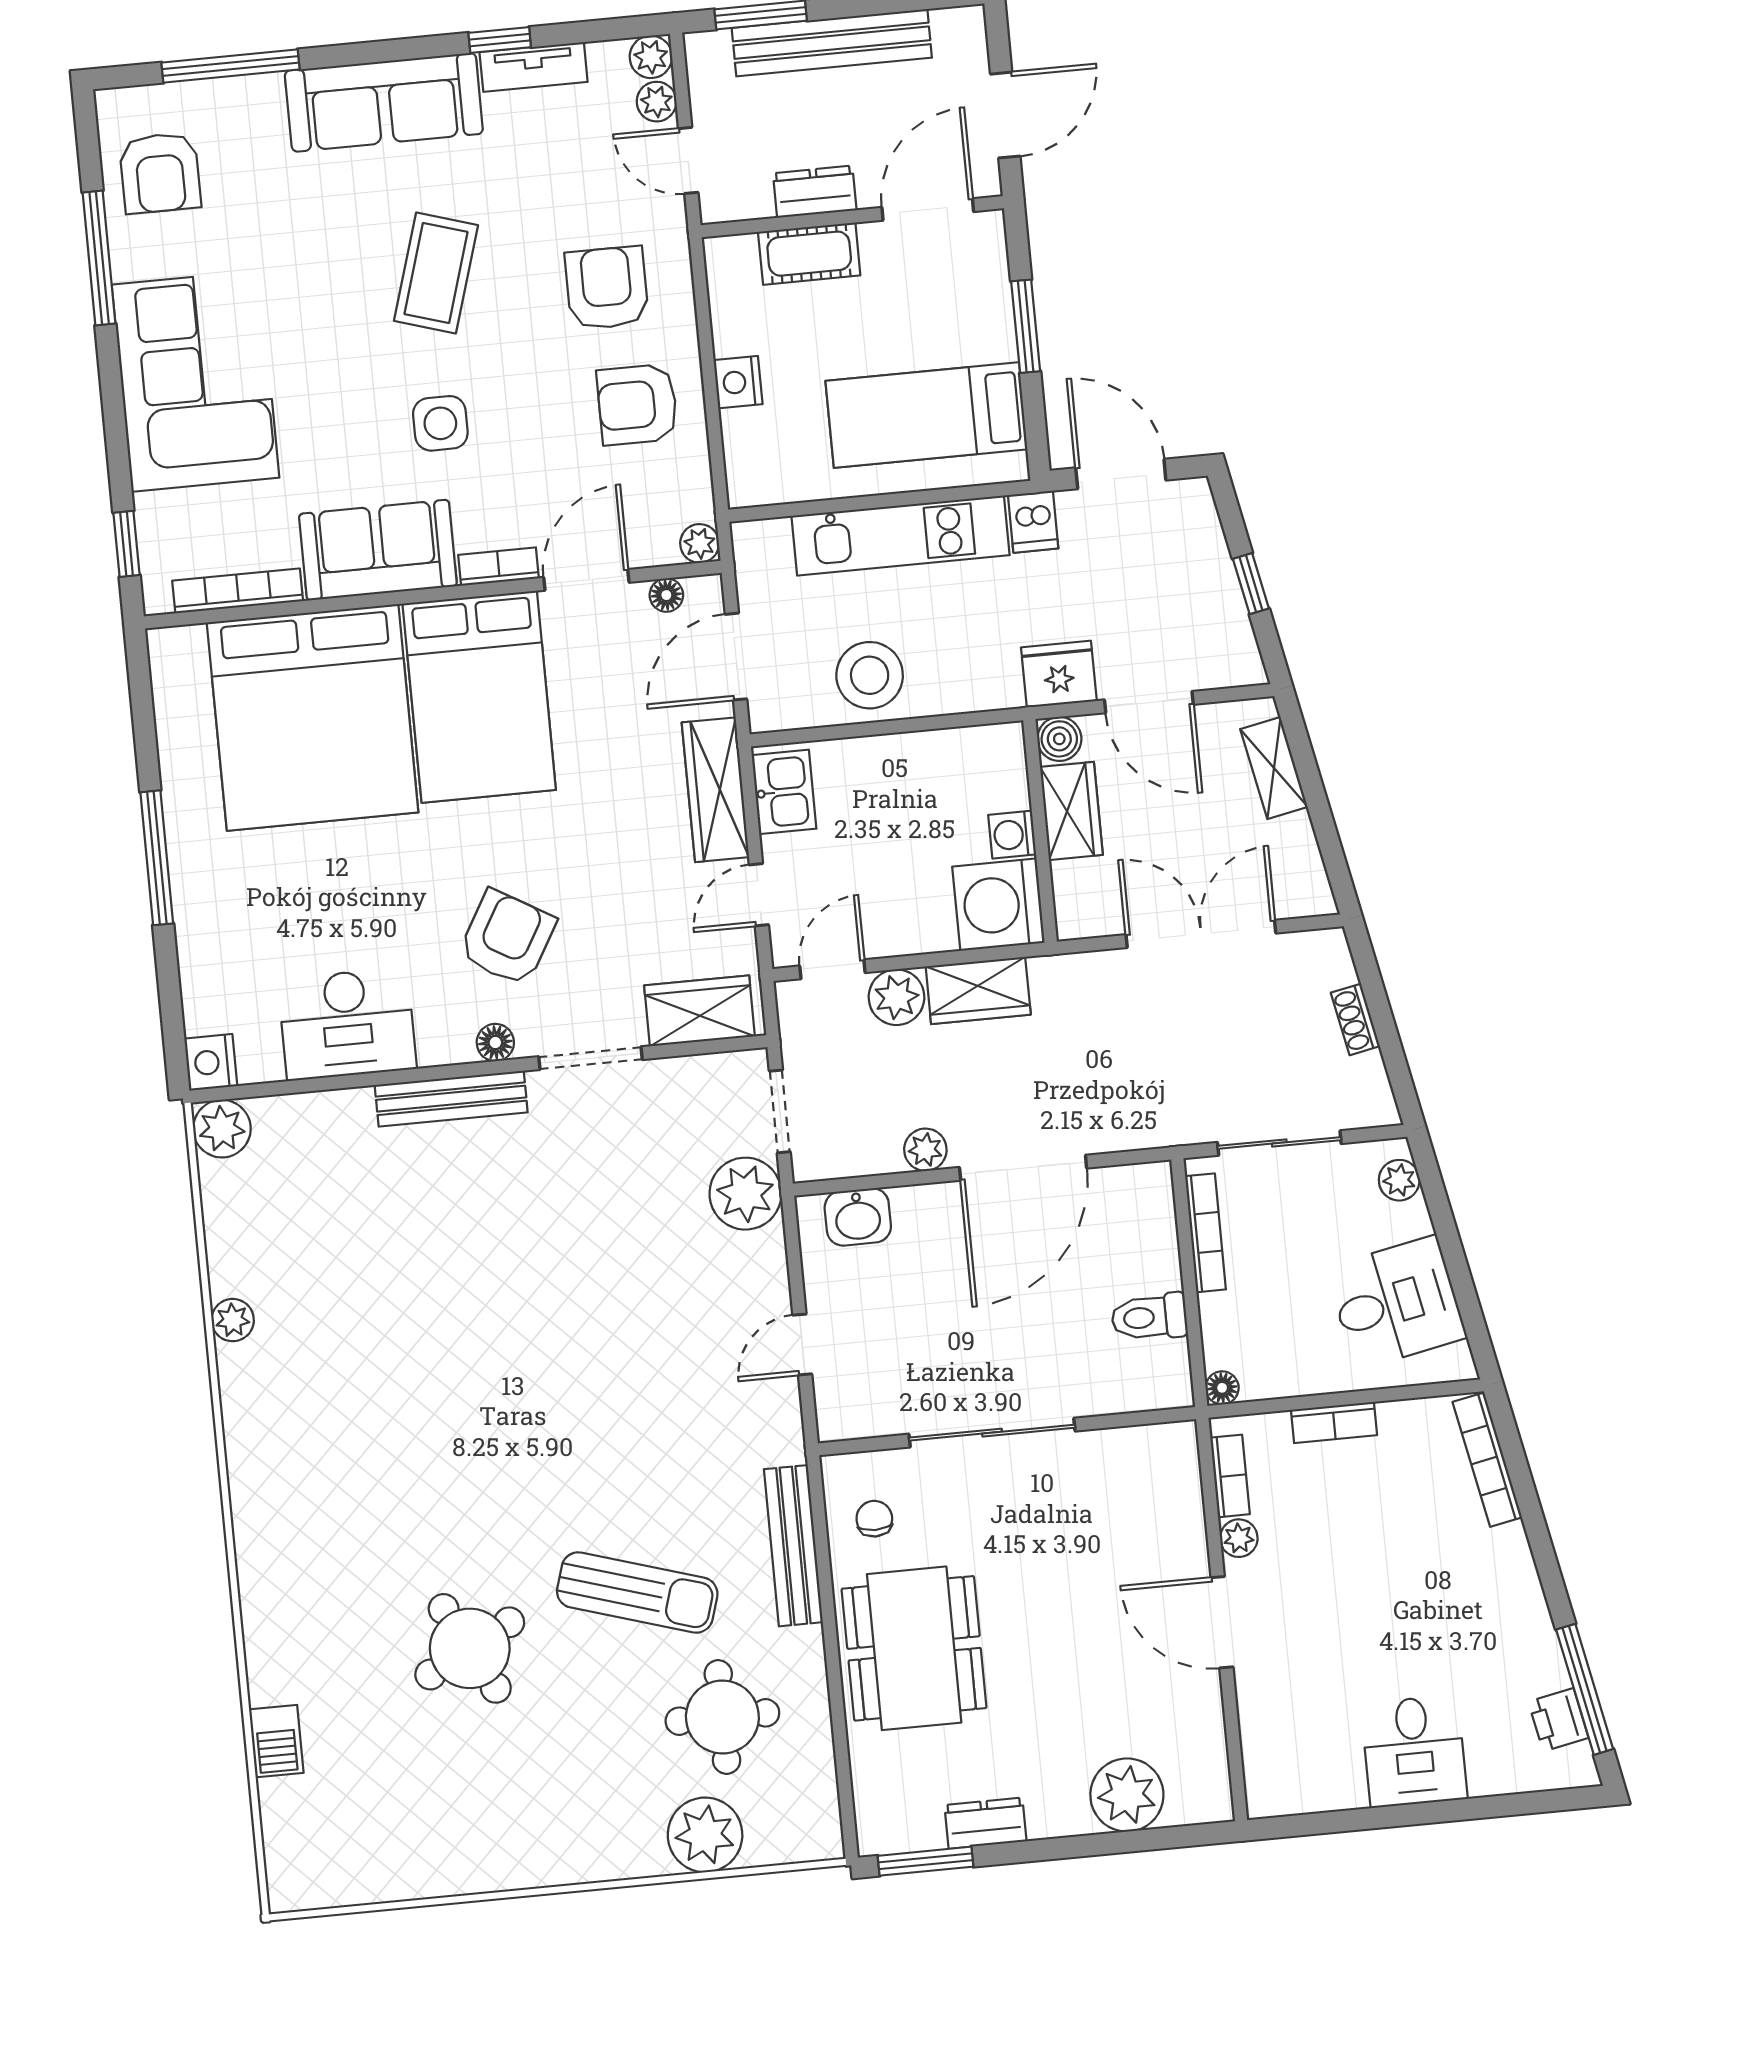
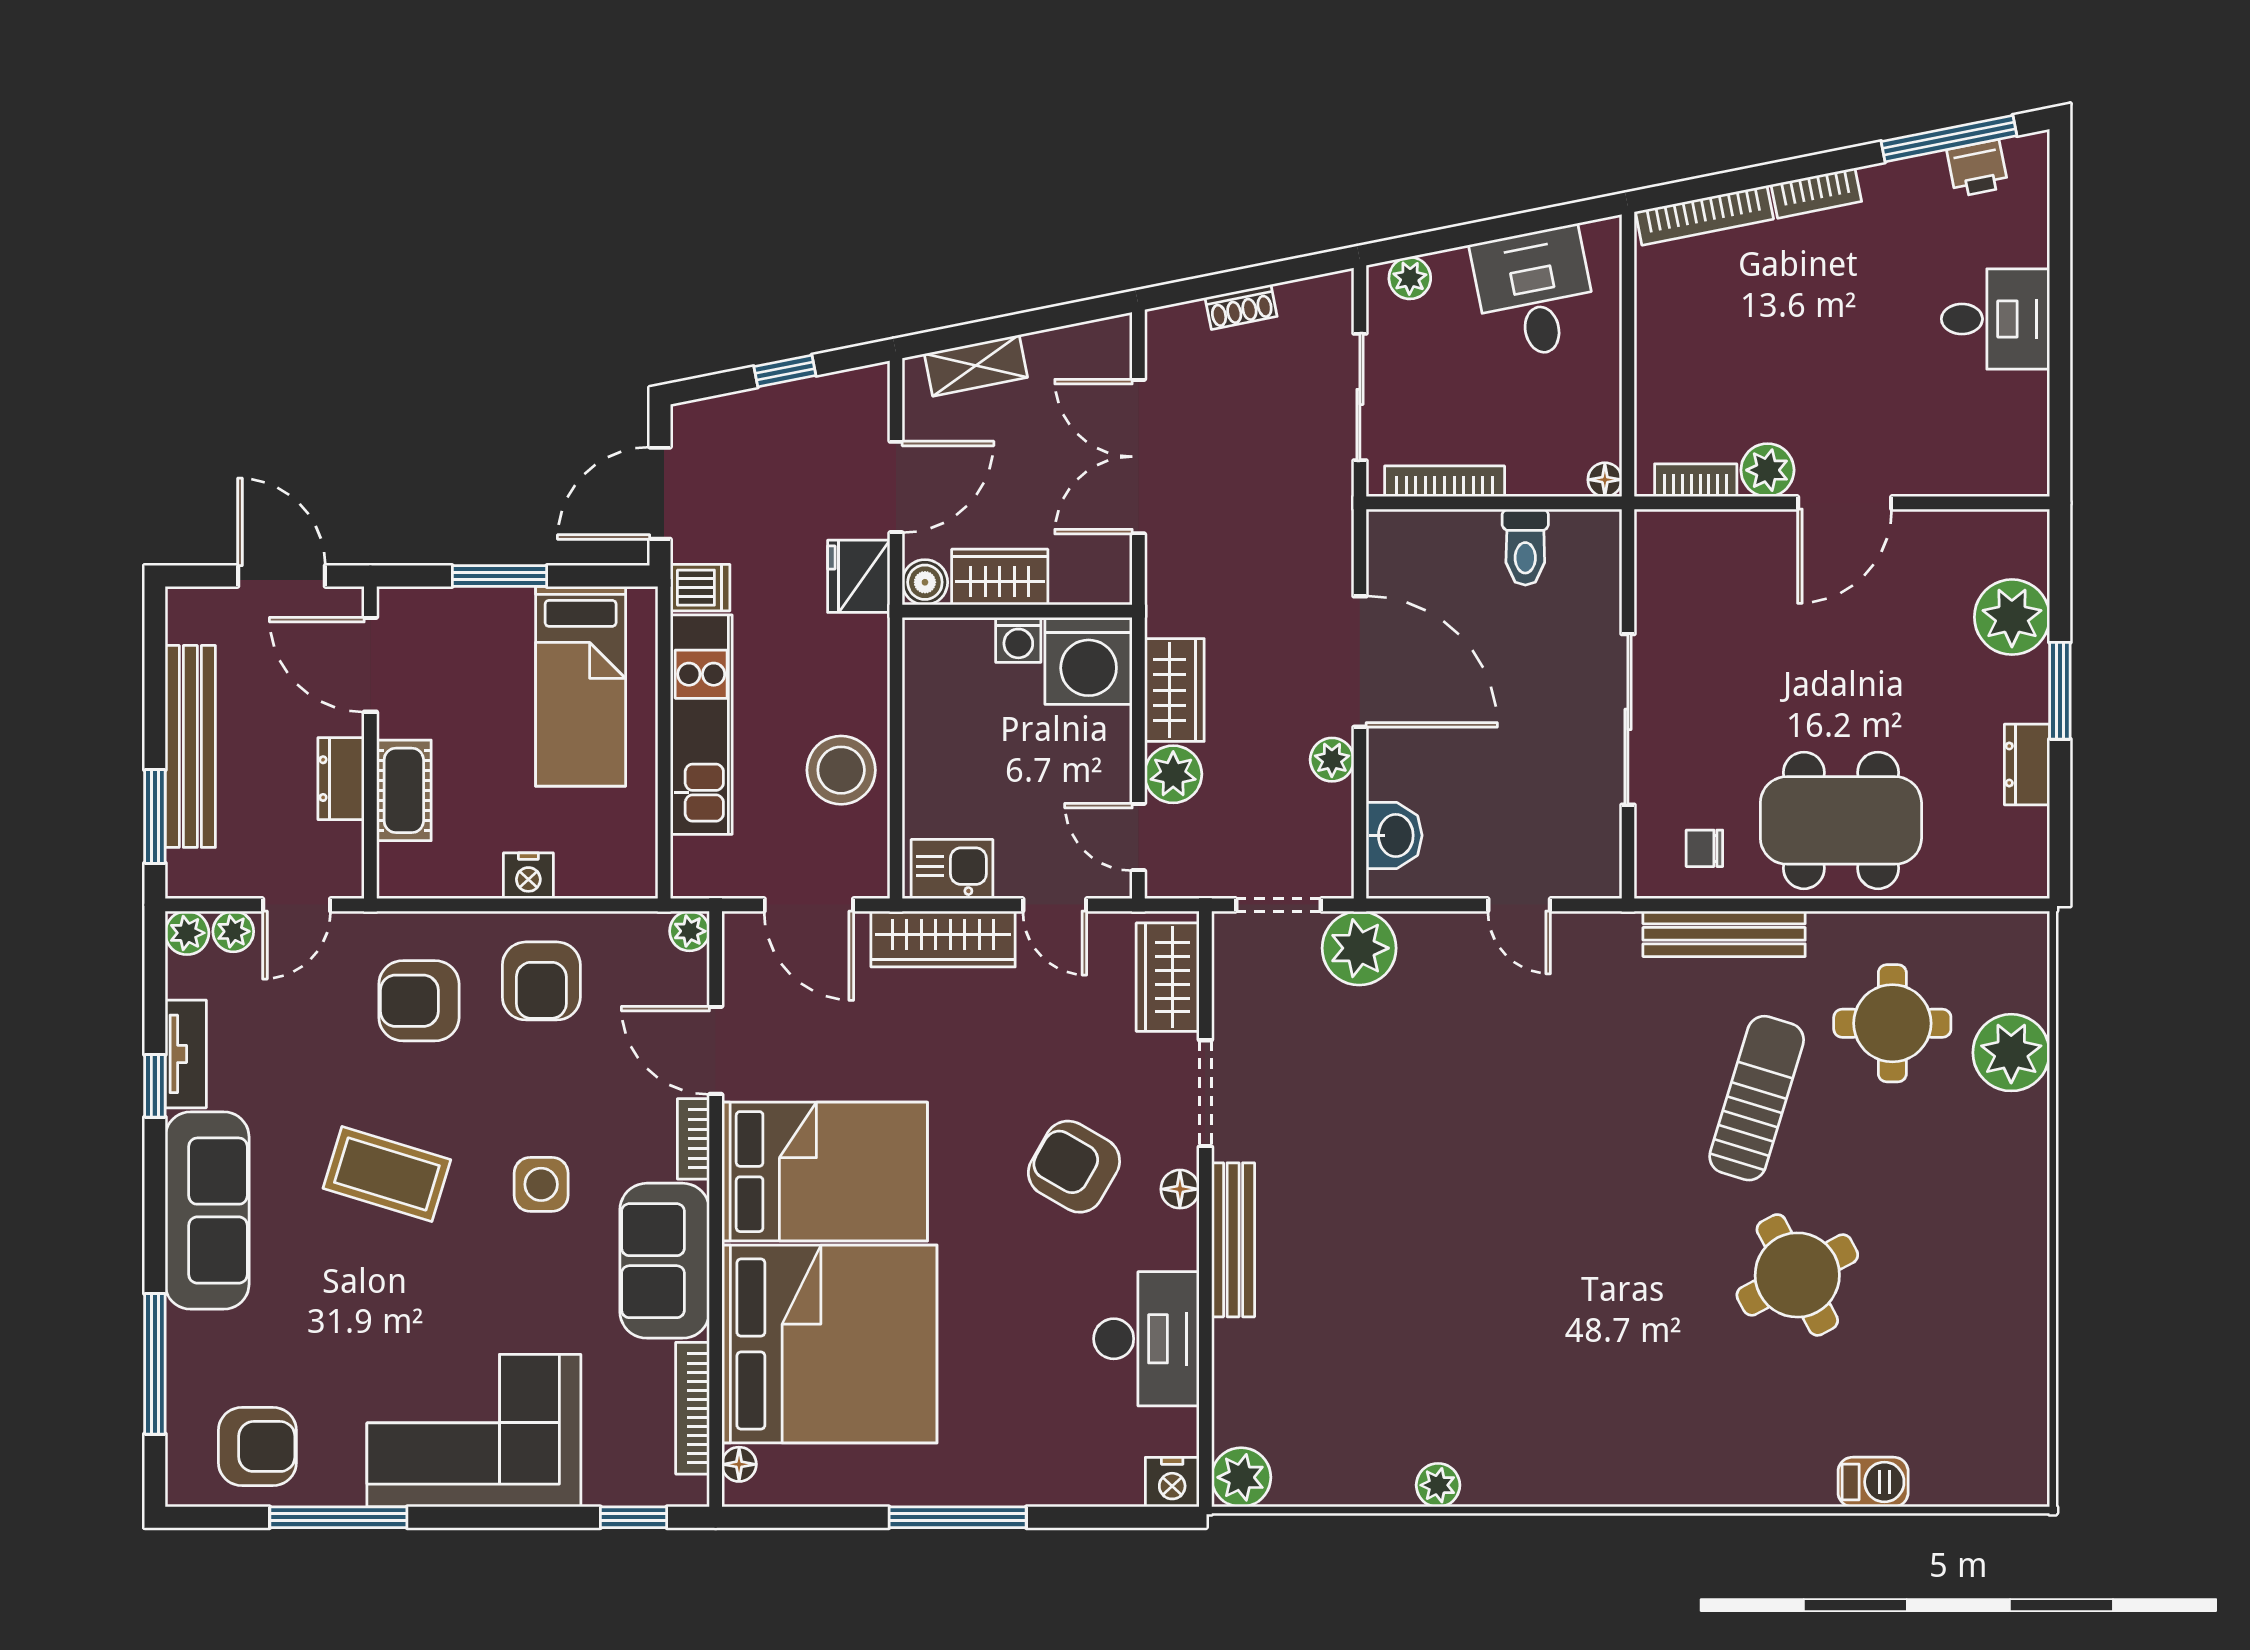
floor lamp: (666, 595) -> (739, 1464), moved
bookcase: (1334, 1423) -> (1816, 193), moved, turned 79
plant: (1239, 1538) -> (1767, 470), width x1.38, depth x1.38
window: (926, 1861) -> (2060, 691), moved

